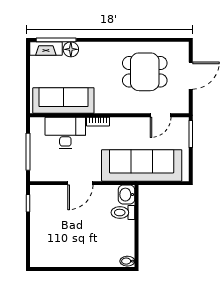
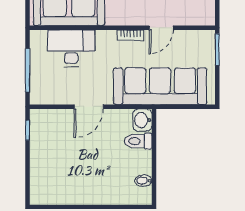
door: (161, 115) -> (161, 28), moved
bookcase: (98, 122) -> (130, 35), moved
bidet: (127, 261) -> (143, 181), moved

